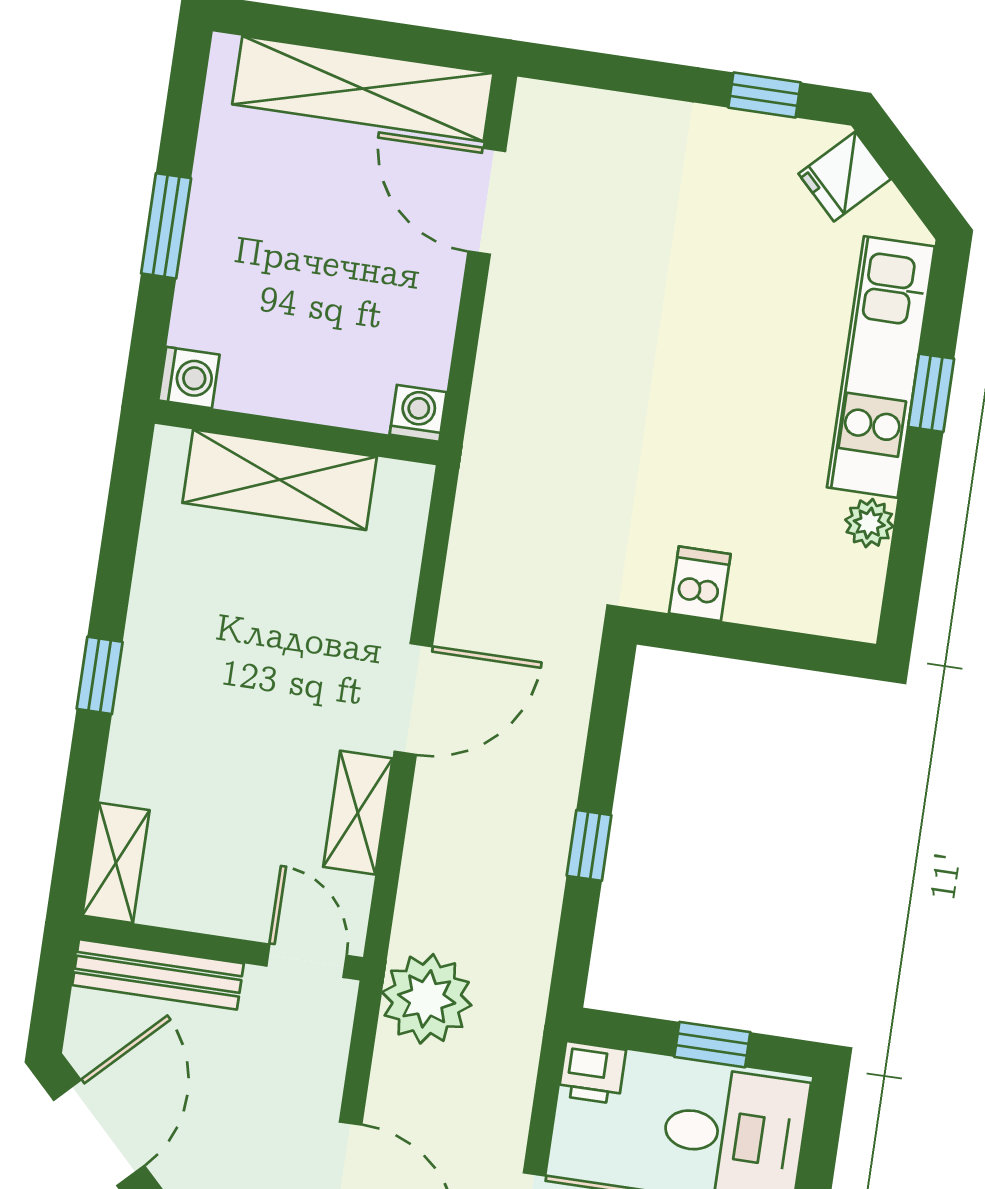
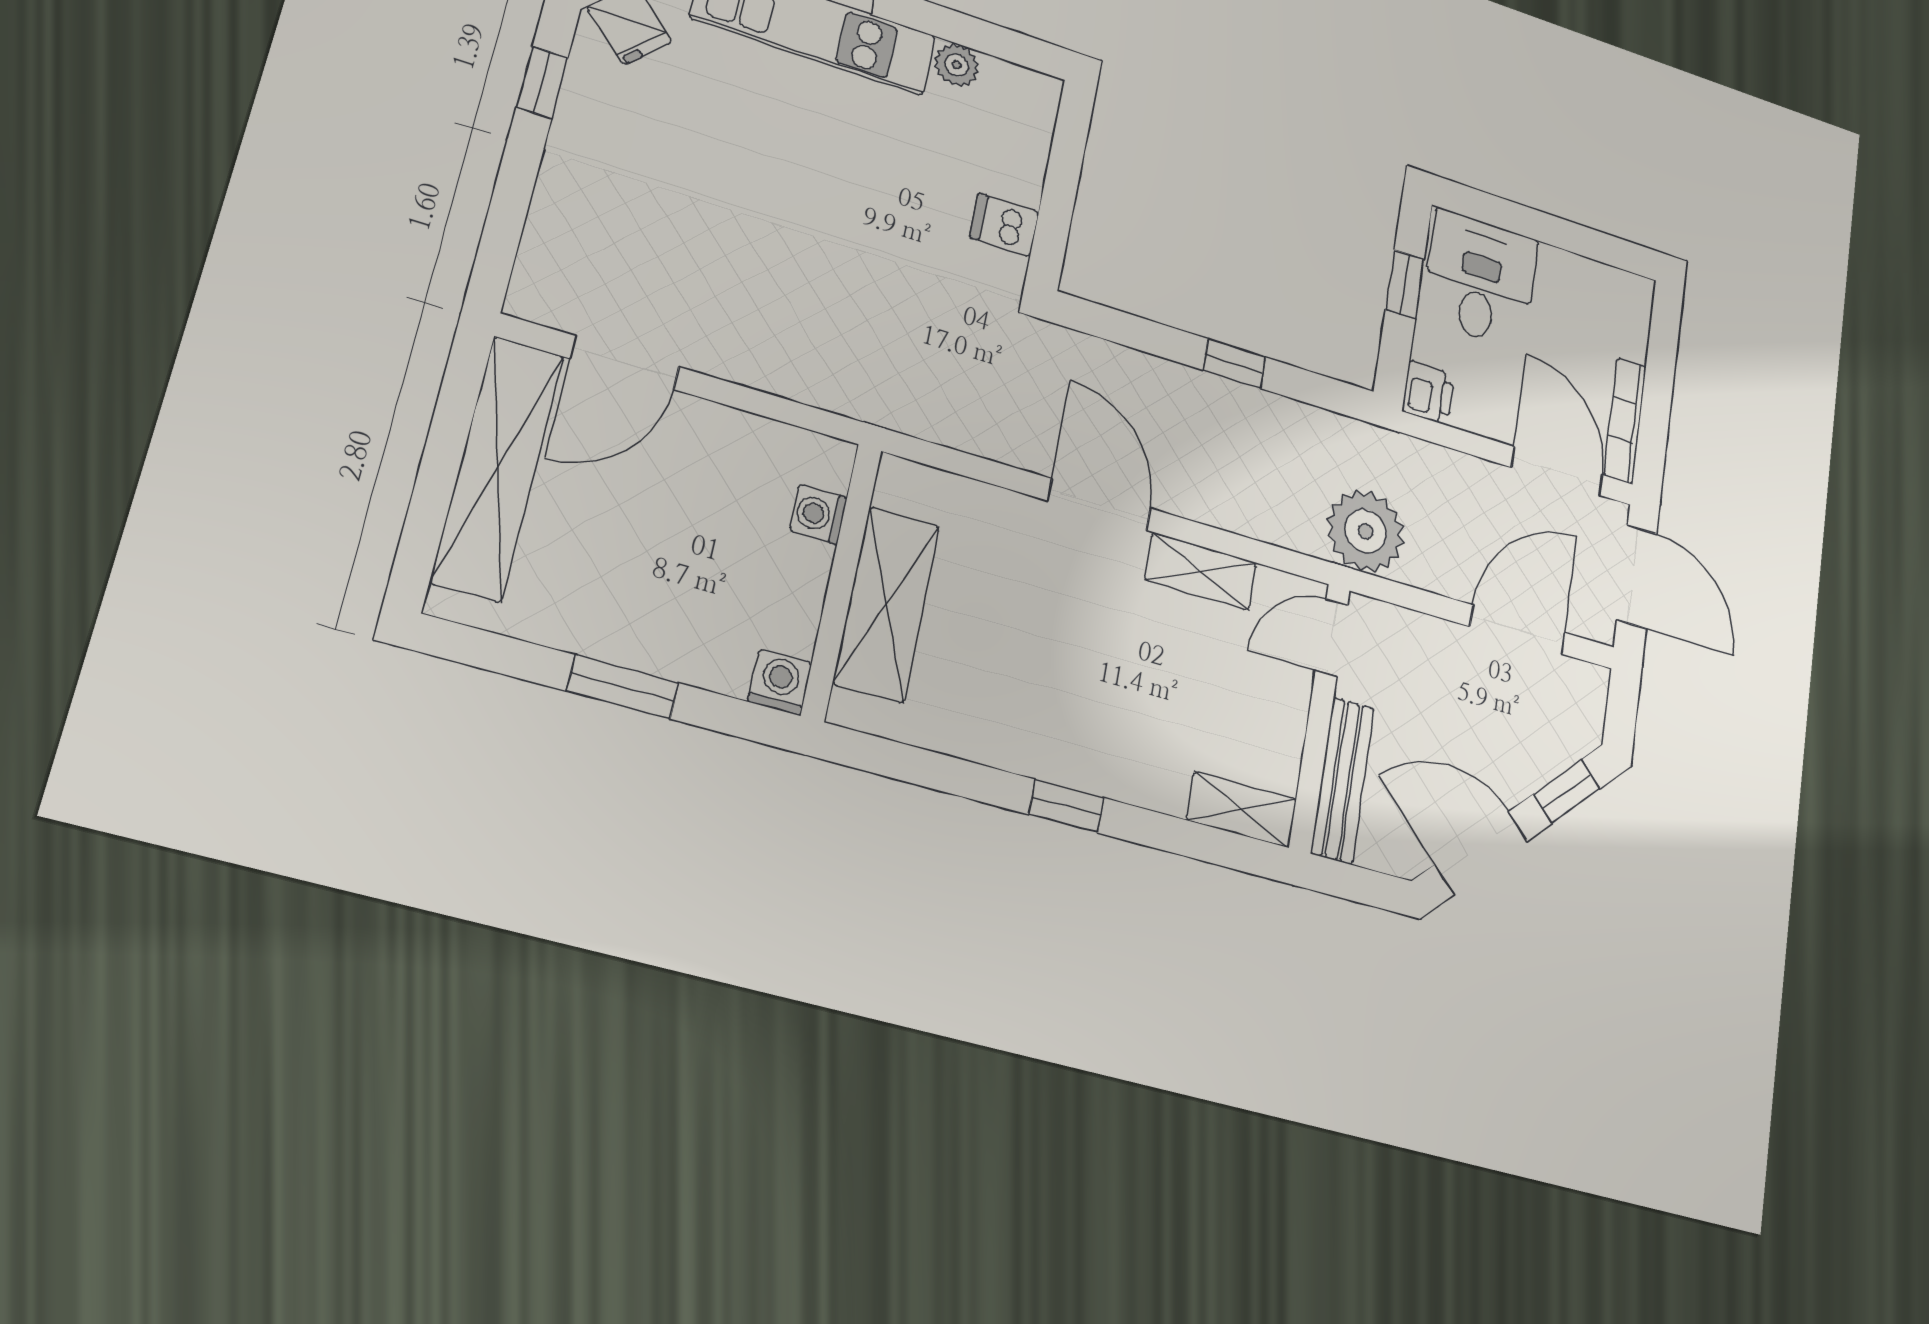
washing machine: (418, 413) -> (818, 514), moved

